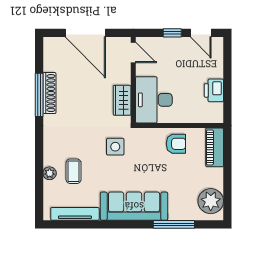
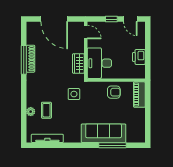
plant: (211, 201) -> (137, 130), removed
sofa: (134, 206) -> (104, 133), moved

